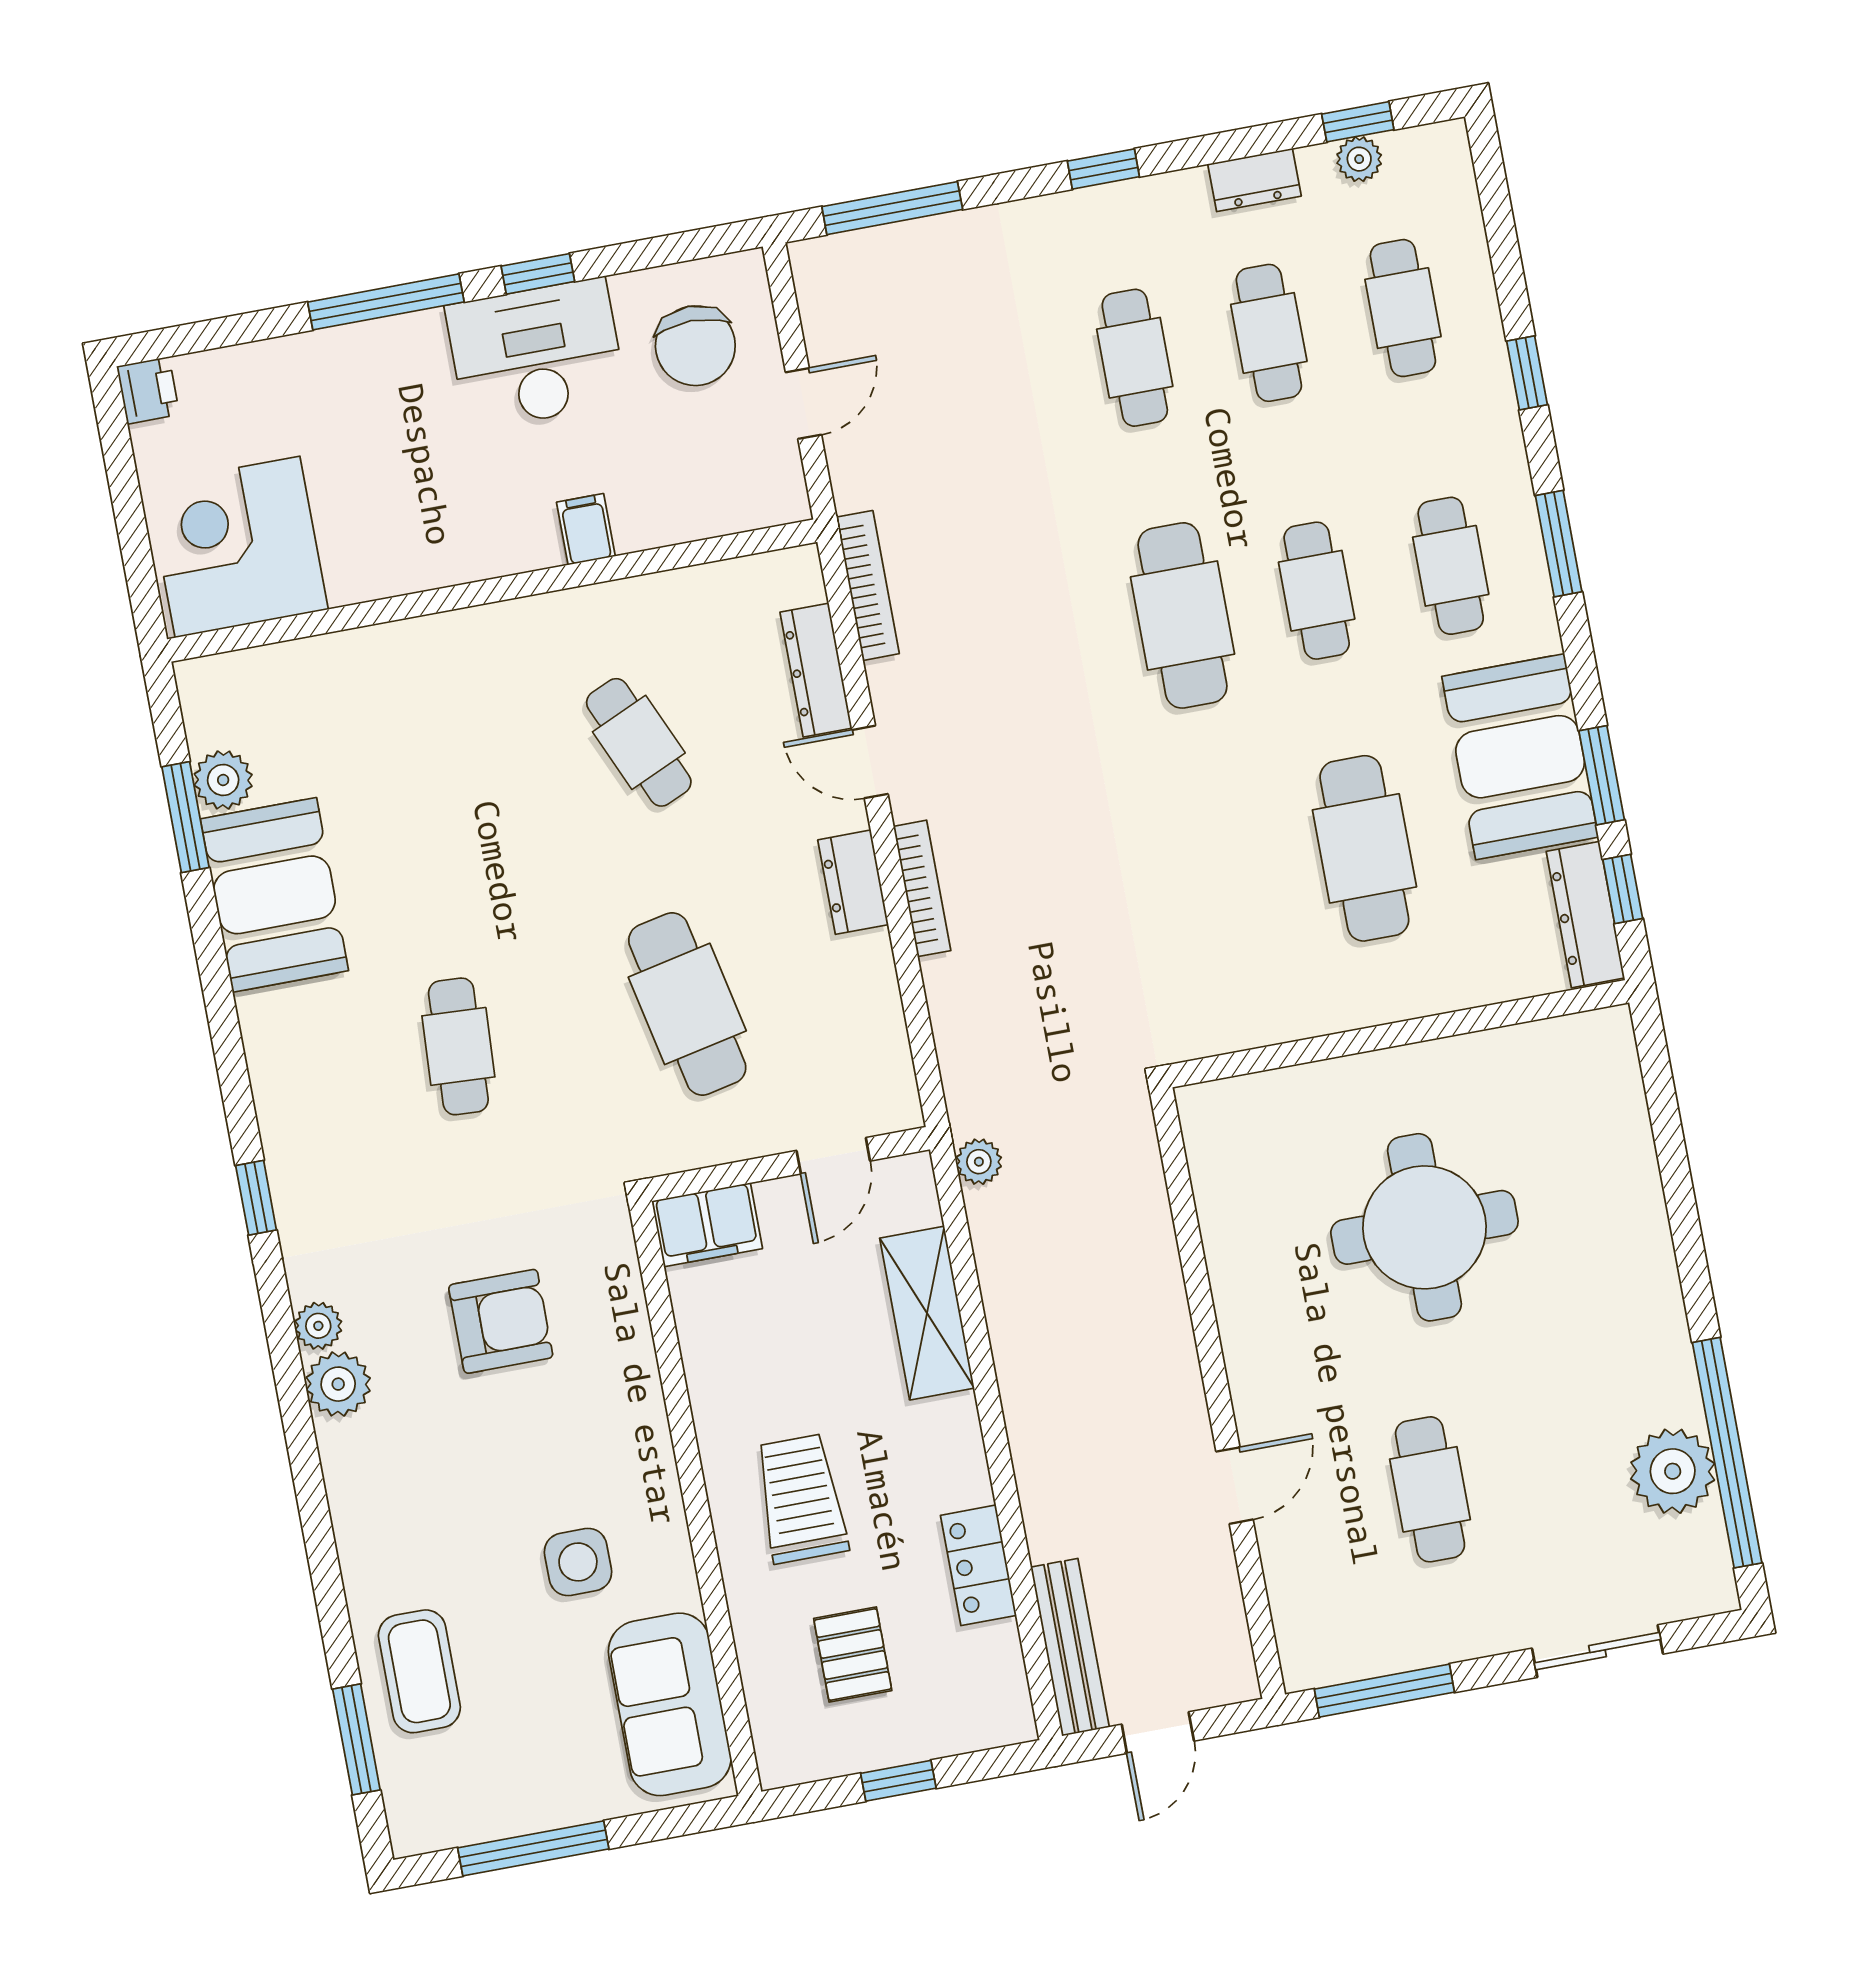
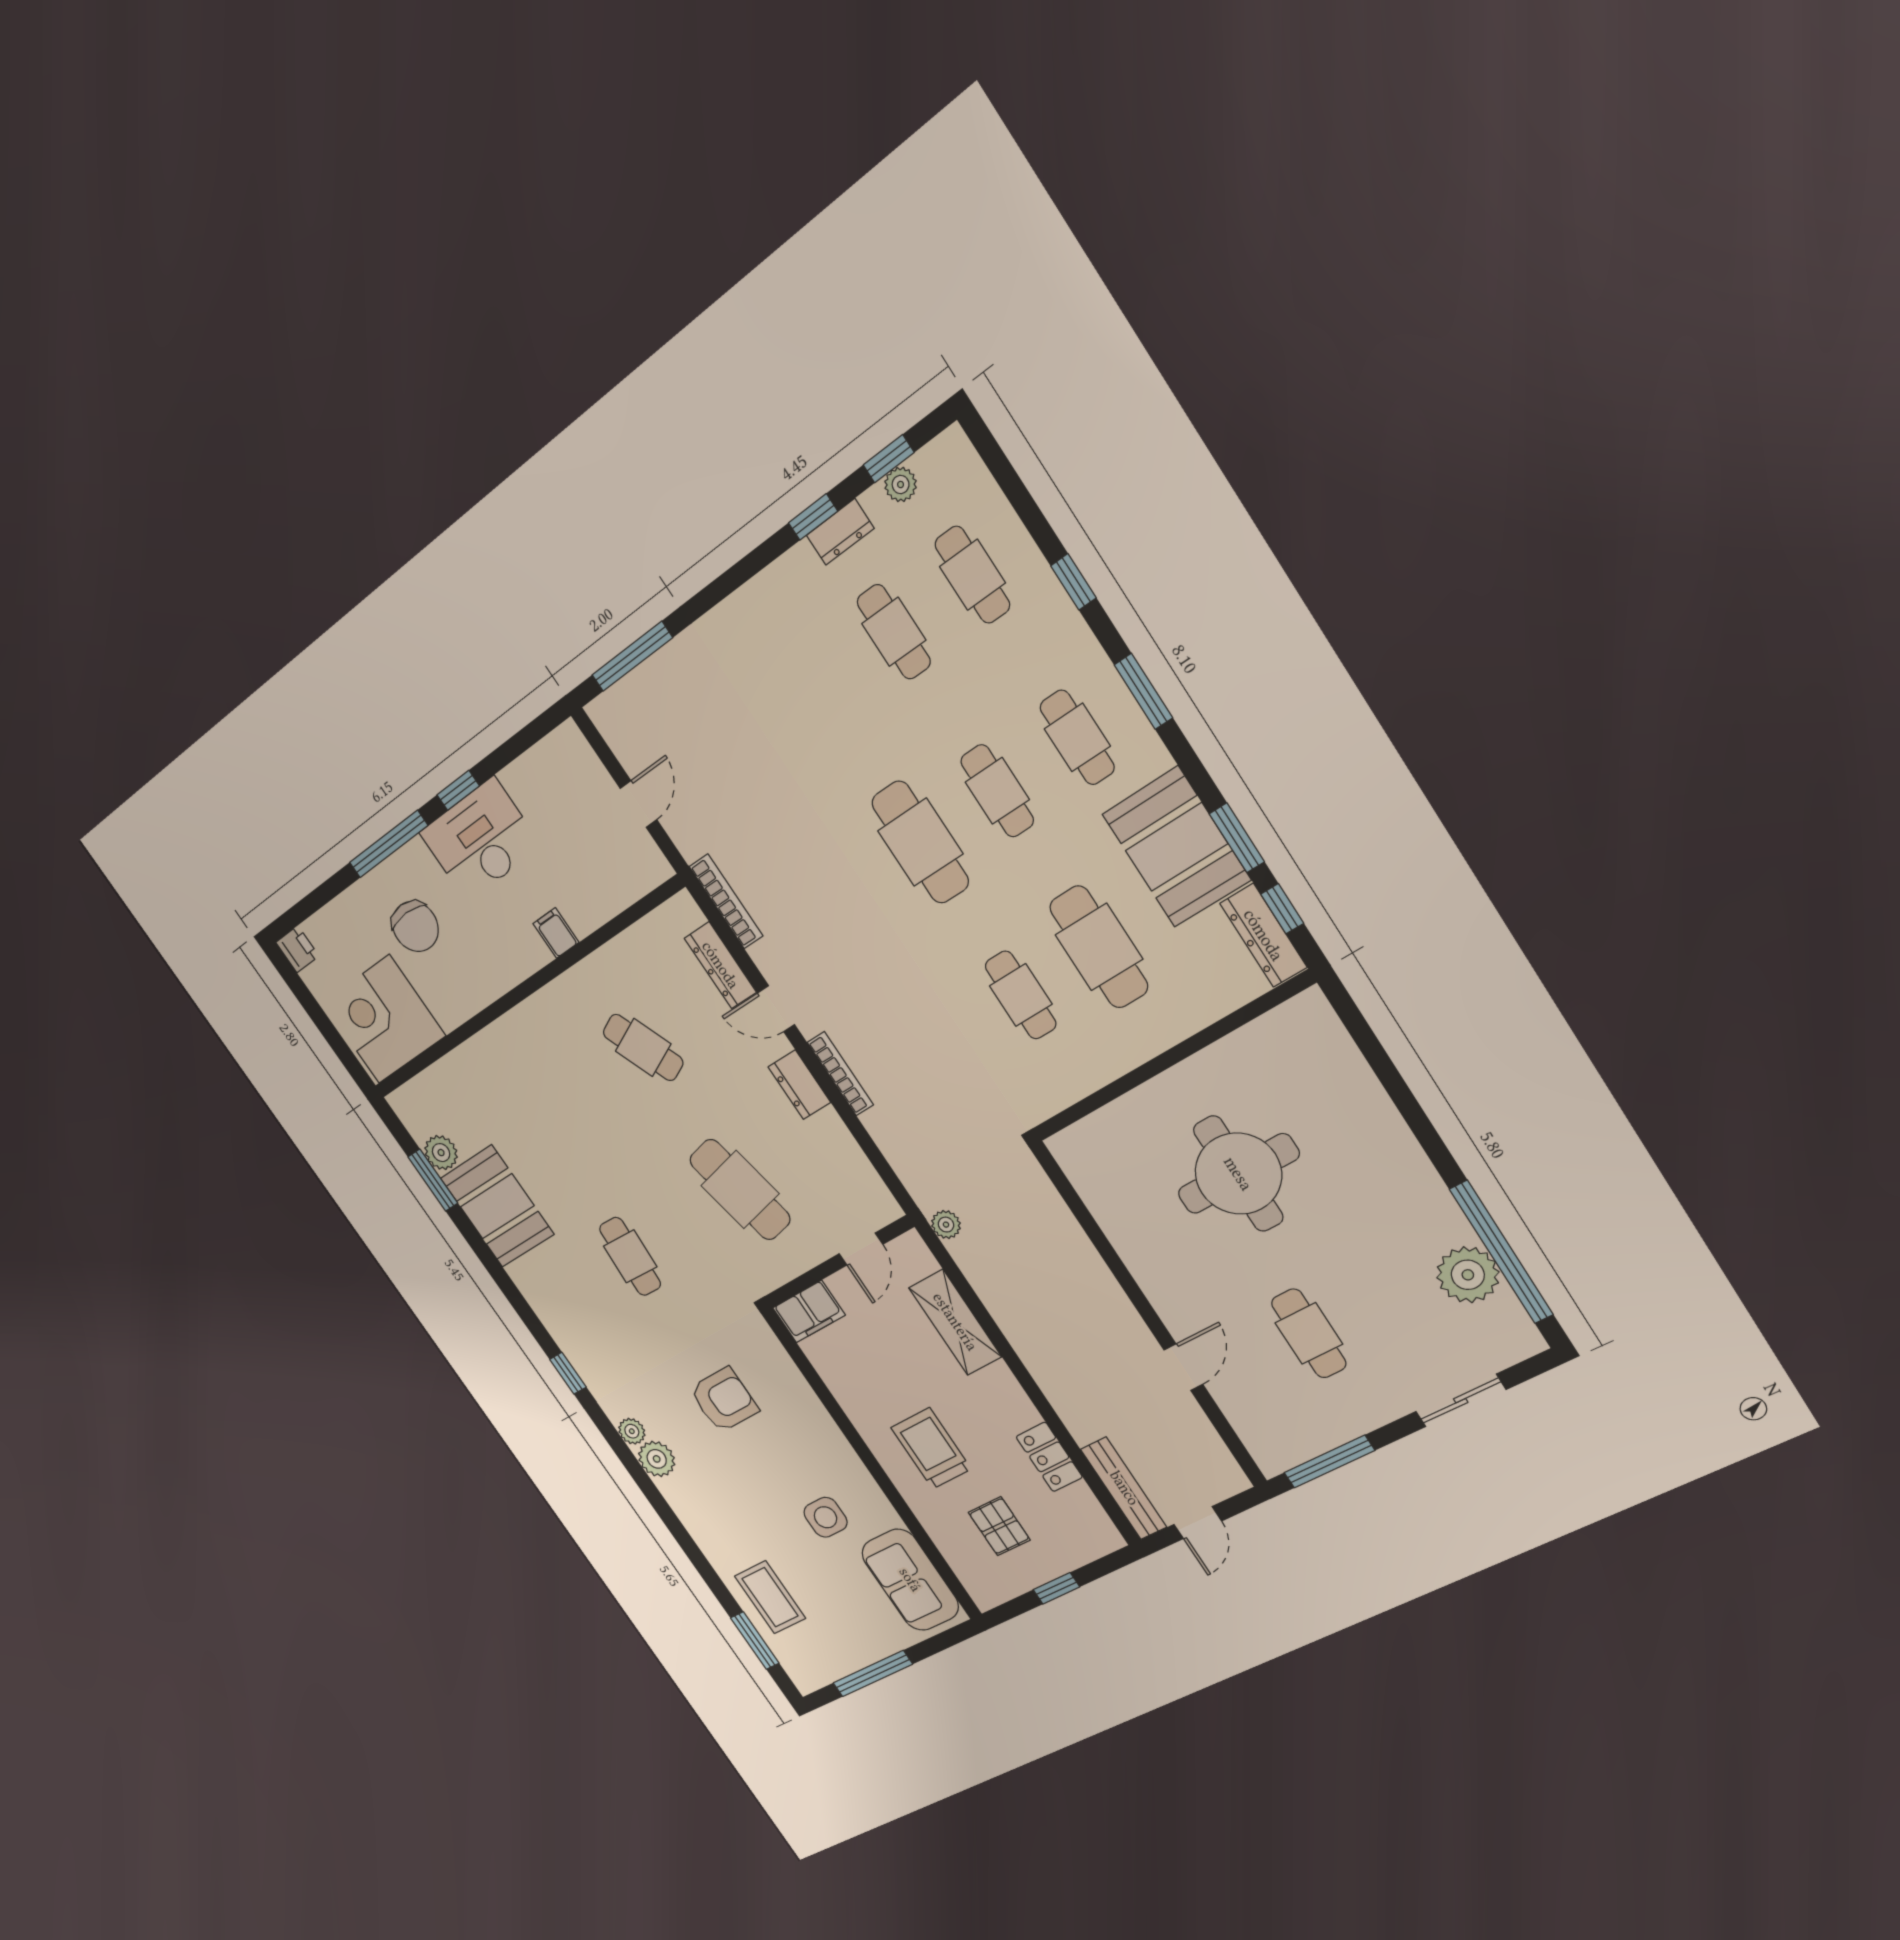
window: (1103, 169) -> (813, 517), moved
chair: (695, 346) -> (415, 926), moved
cafe table: (1135, 358) -> (1021, 995), moved

